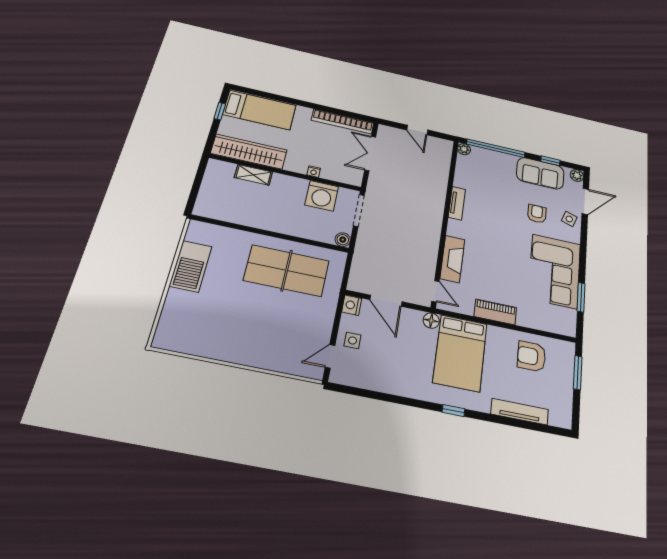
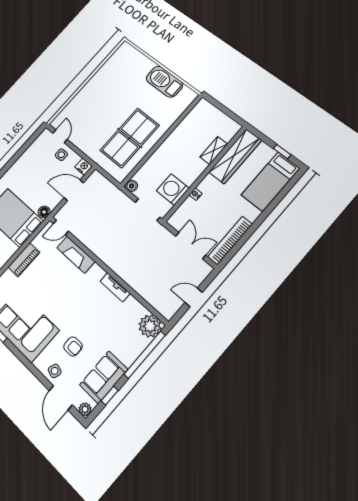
plant: (464, 149) -> (150, 326), width x1.87, depth x1.87

